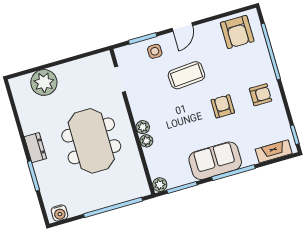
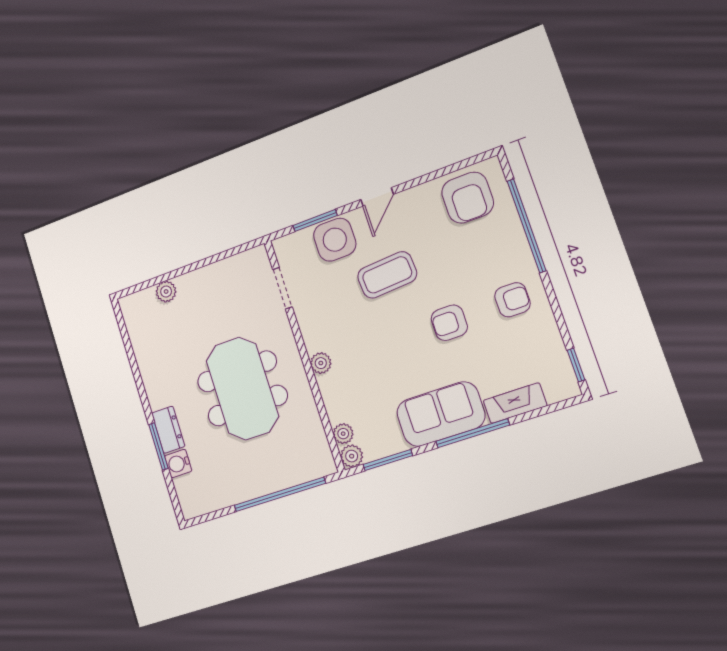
side table: (155, 51) -> (335, 240), width x1.87, depth x1.87
plant: (44, 82) -> (166, 292), width x0.53, depth x0.53
armchair: (223, 106) -> (449, 323), turned -90
plant: (146, 141) -> (343, 434), moved
dresser: (35, 148) -> (168, 430), moved
fireplace: (274, 151) -> (515, 403), moved
water cooler: (60, 213) -> (178, 463), moved, turned 90

